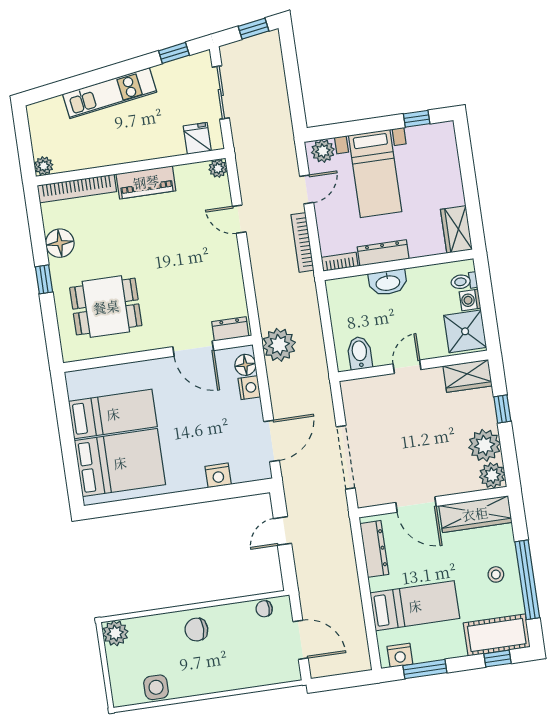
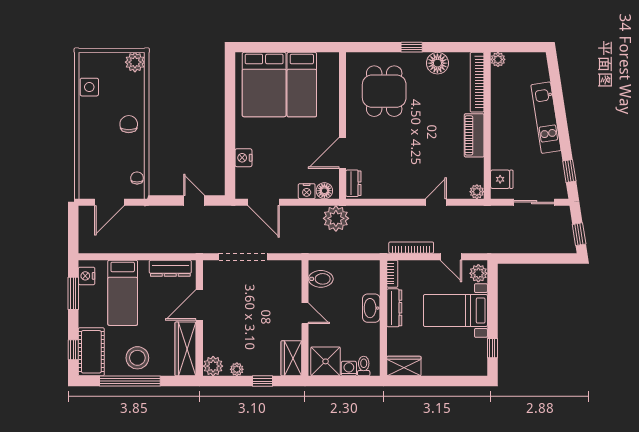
plant: (485, 445) -> (237, 369), width x0.53, depth x0.53
stool: (496, 574) -> (137, 358), width x1.89, depth x1.89

